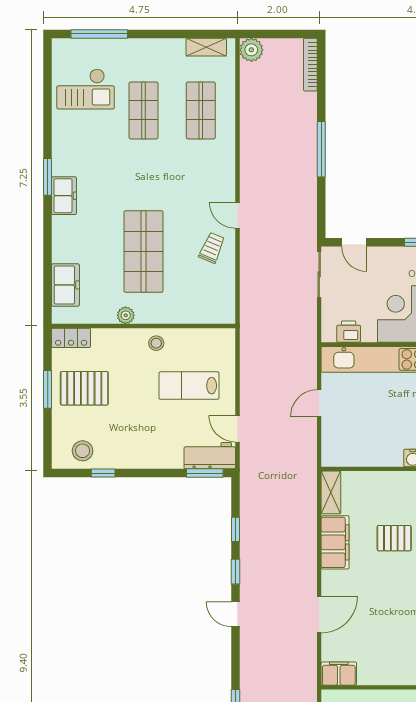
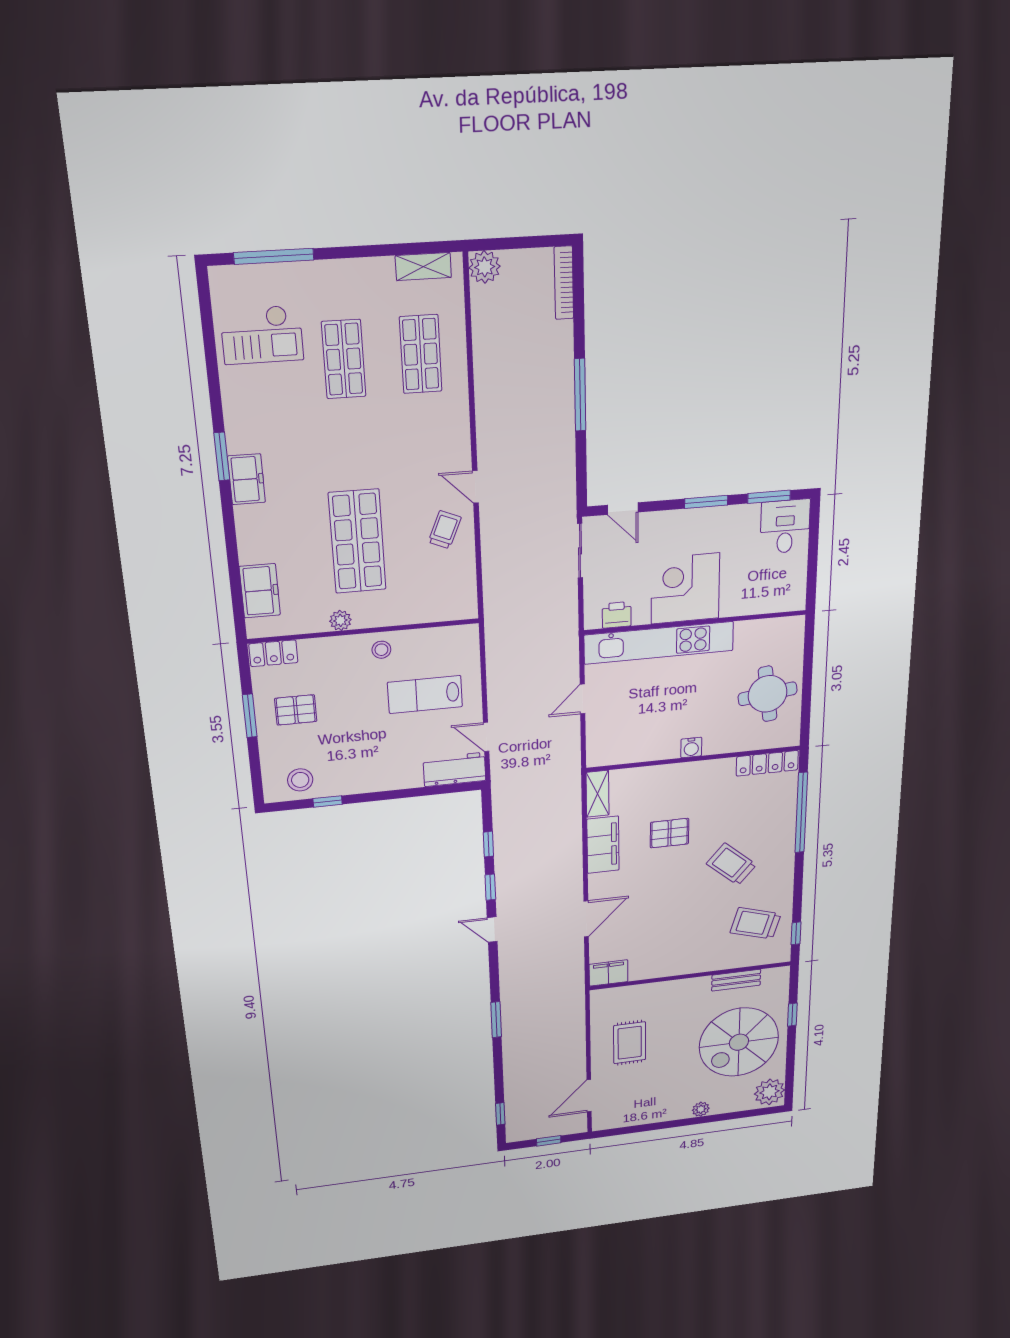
pallet: (84, 388) -> (296, 710), width x0.67, depth x0.71
window: (205, 473) -> (450, 789), removed

